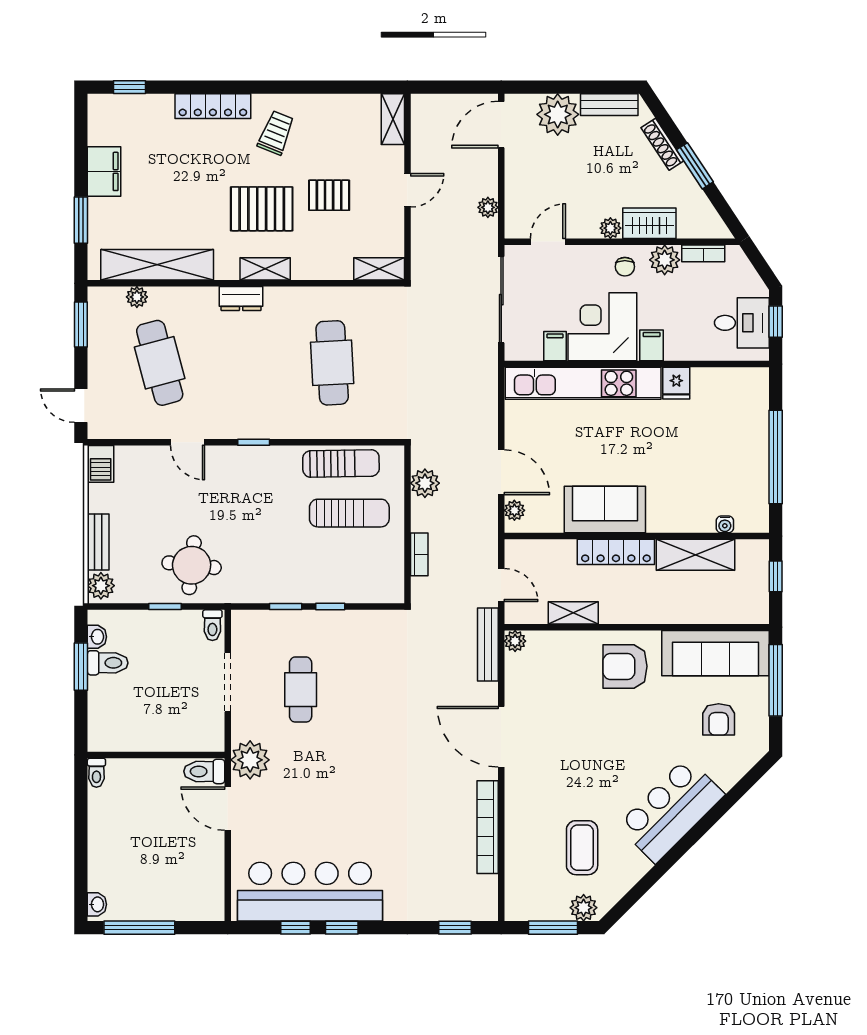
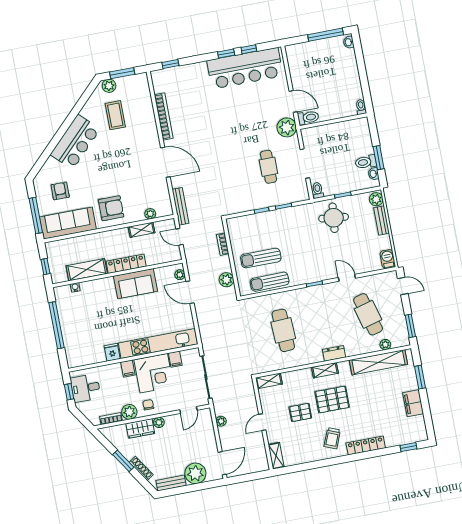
plant: (515, 641) -> (150, 214), moved

